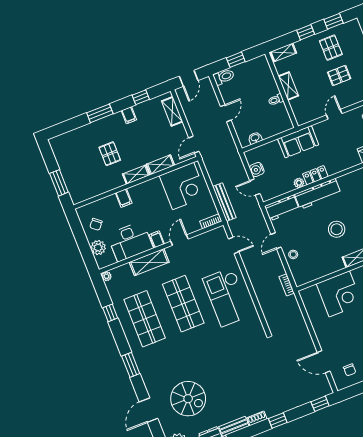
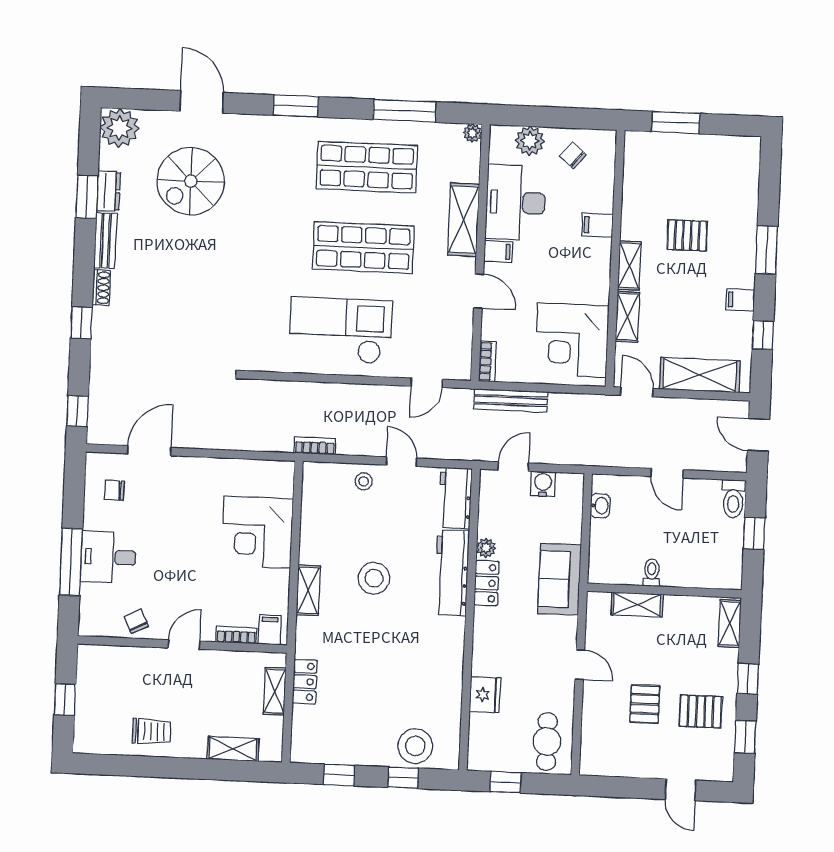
shelving: (288, 86) -> (637, 605), moved
shelving: (172, 111) -> (700, 375), width x1.50, depth x1.33
window: (110, 313) -> (405, 111), width x2.17

